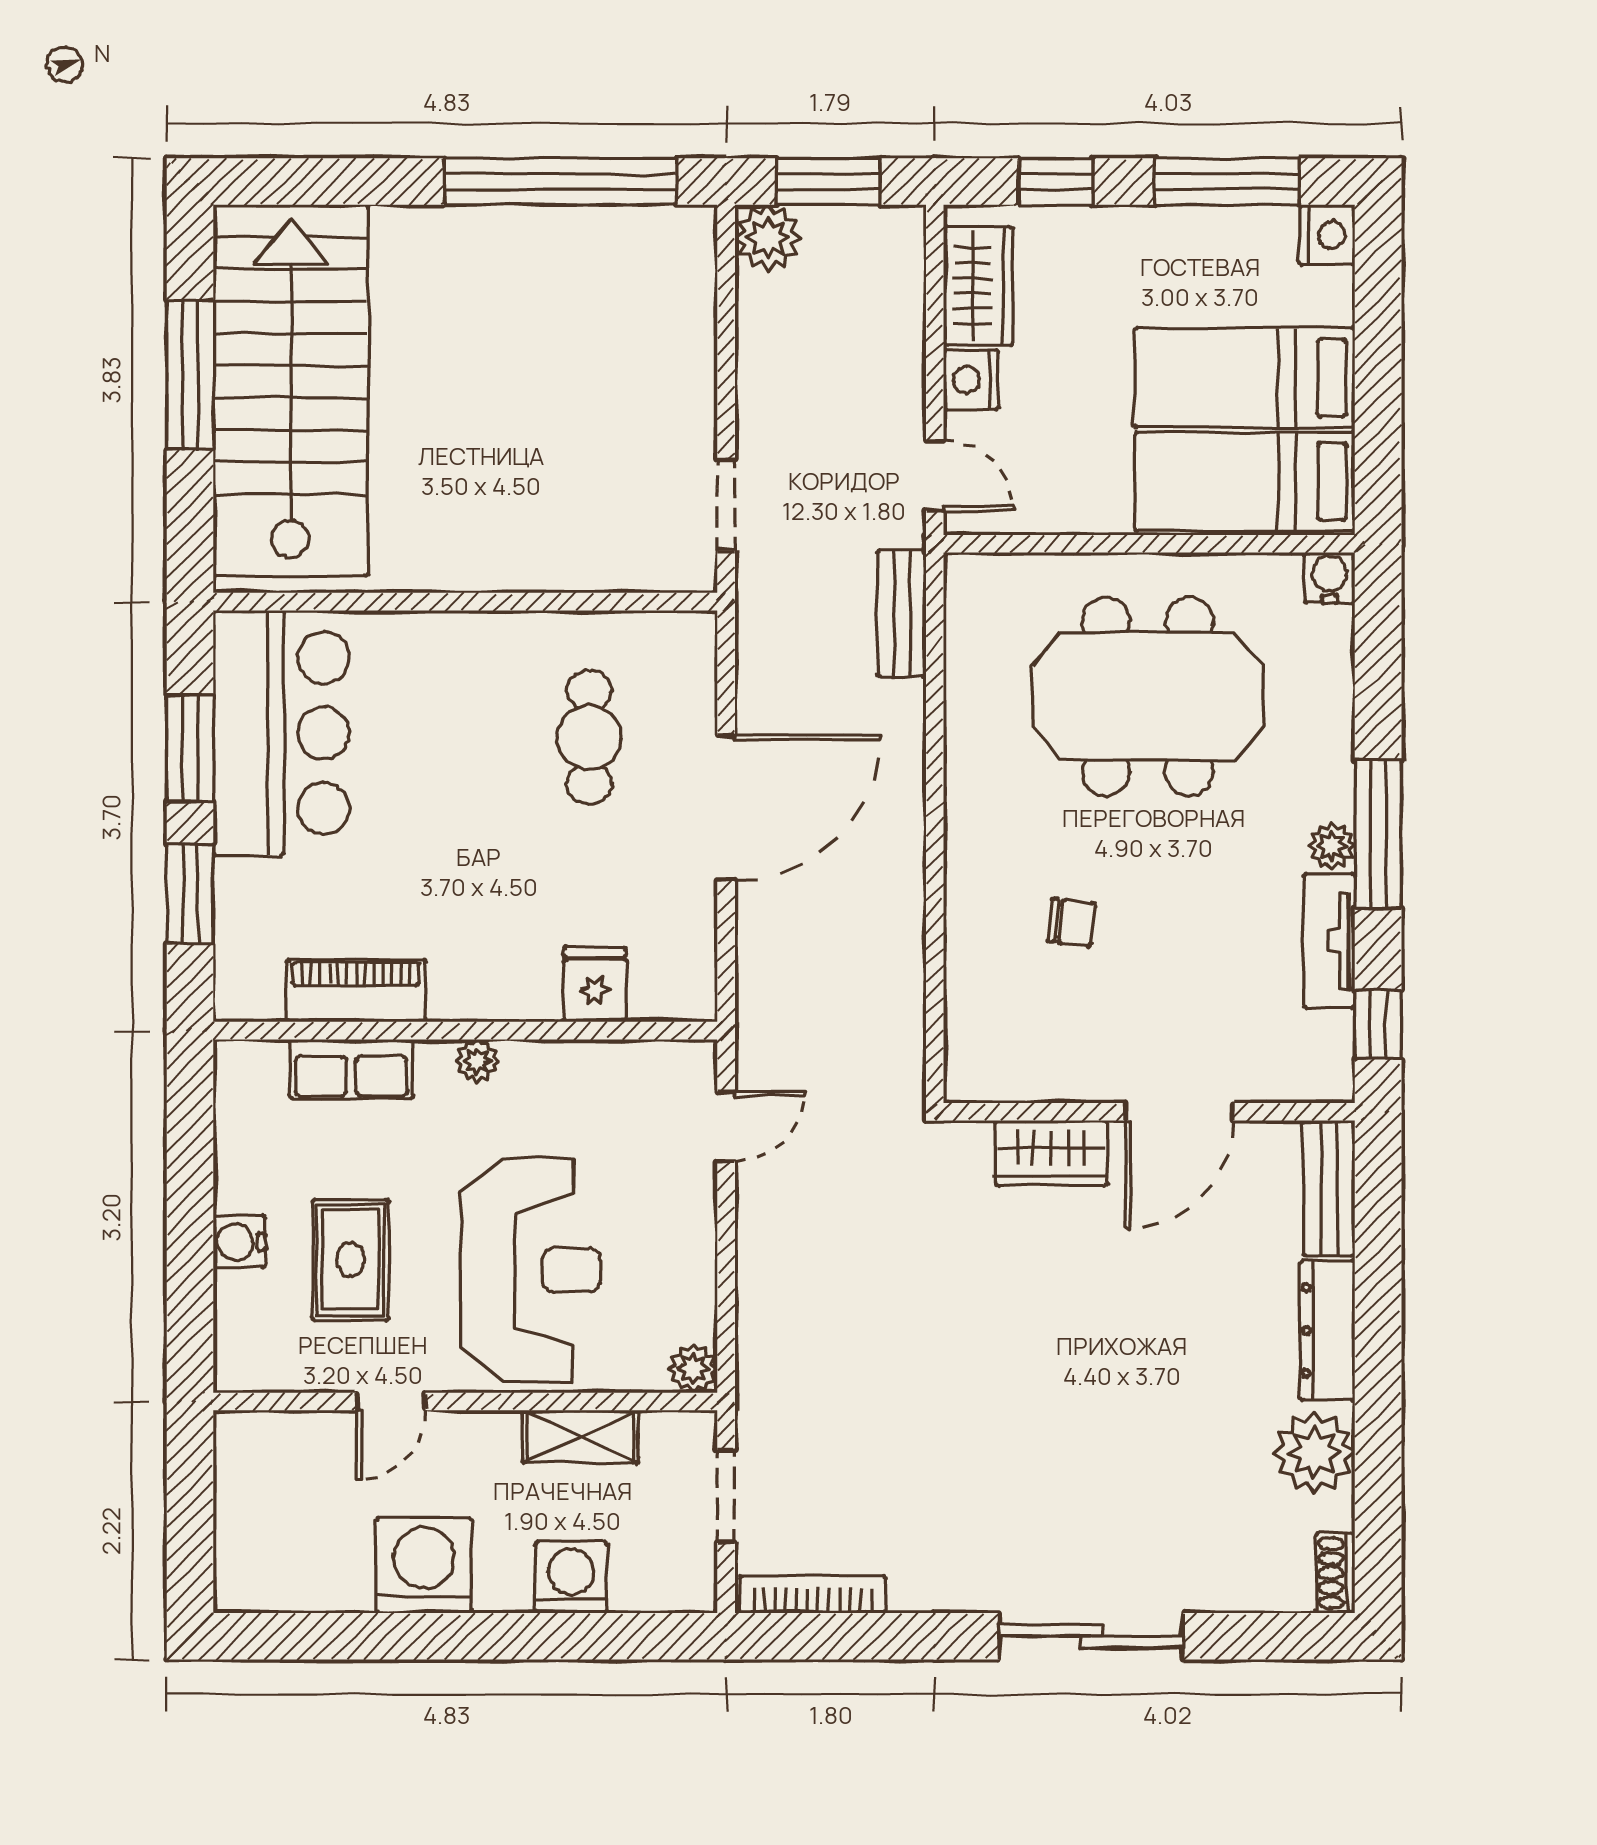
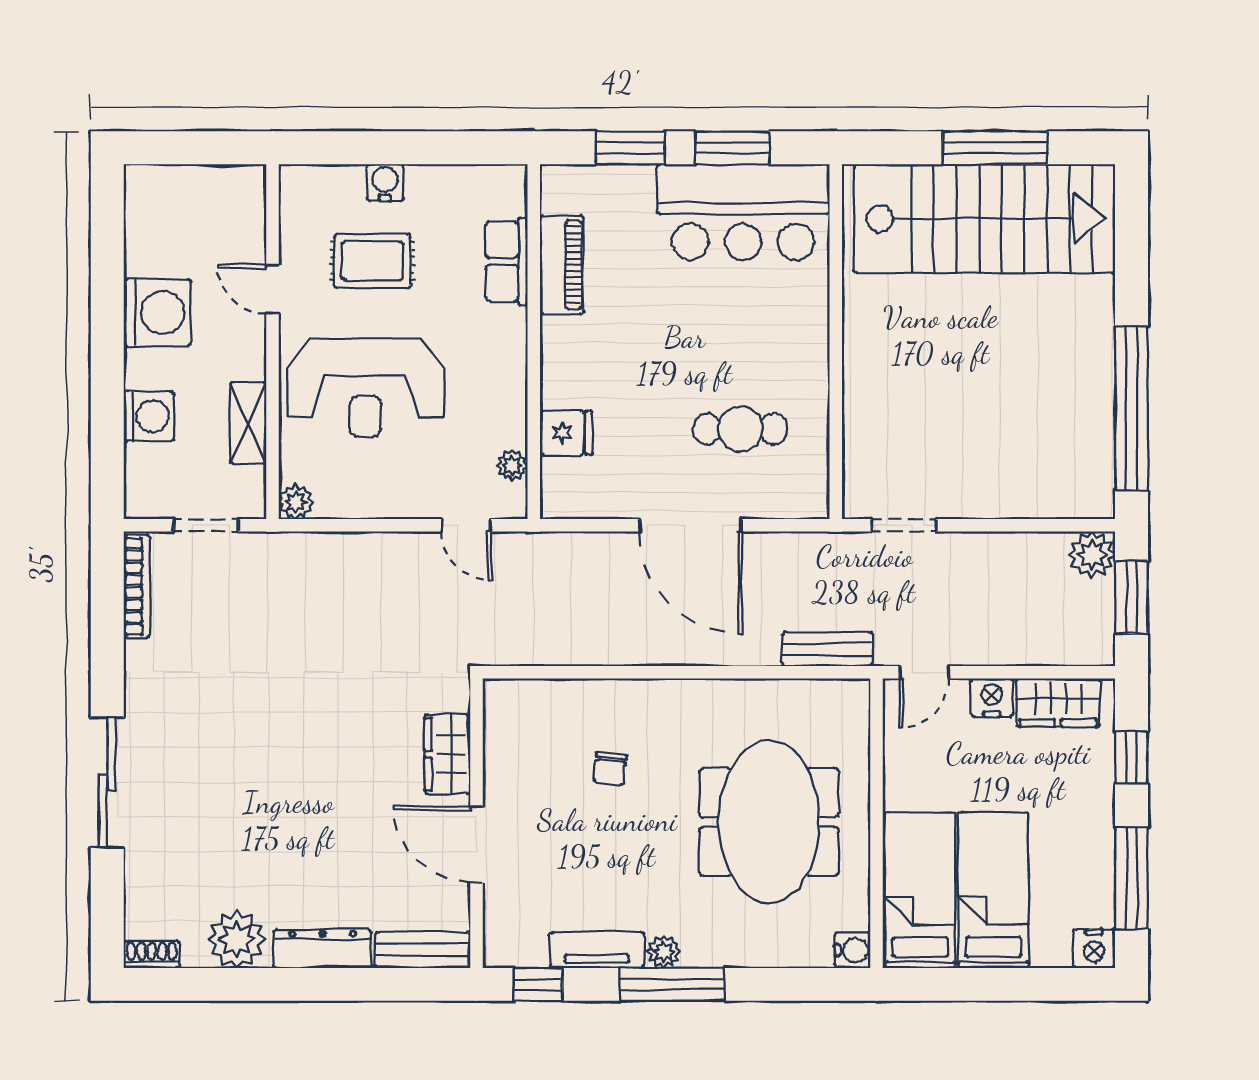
plant: (477, 1061) -> (512, 466), moved

